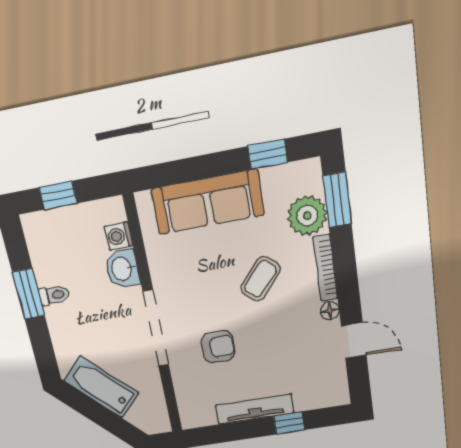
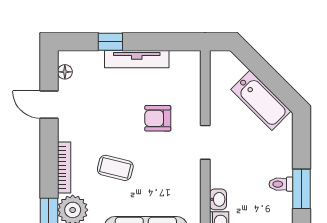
washbasin: (122, 269) -> (218, 199), width x0.72, depth x0.69
coffee table: (260, 279) -> (115, 168), turned 63
floor lamp: (330, 311) -> (65, 72), moved
doorway: (156, 328) -> (205, 142), width x0.53

